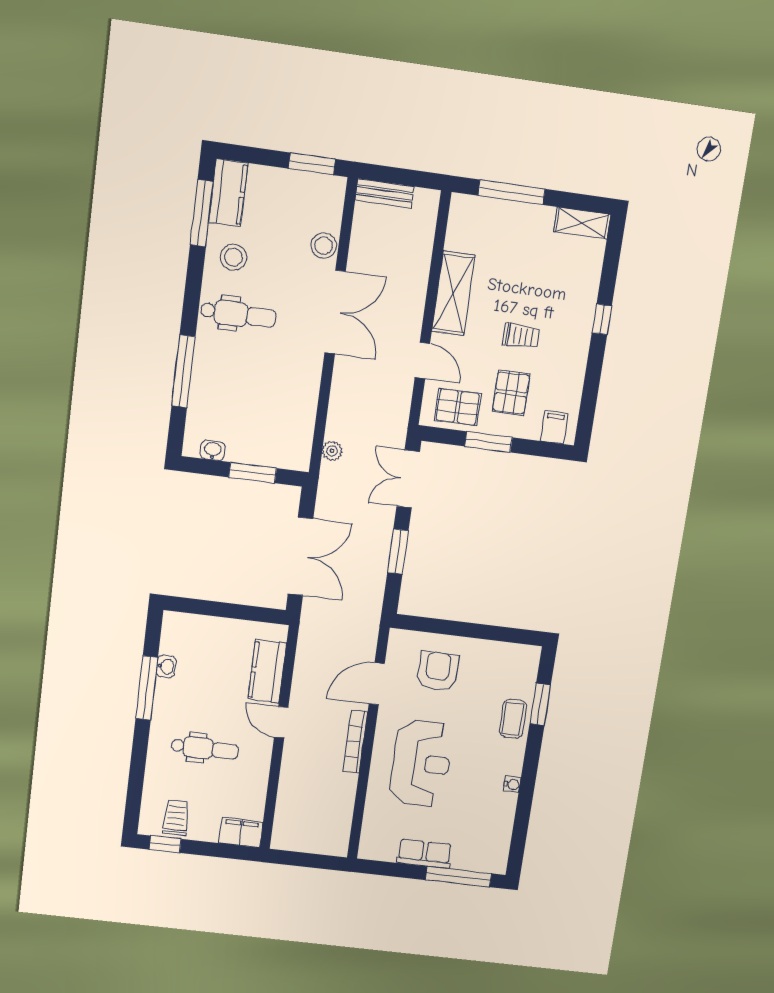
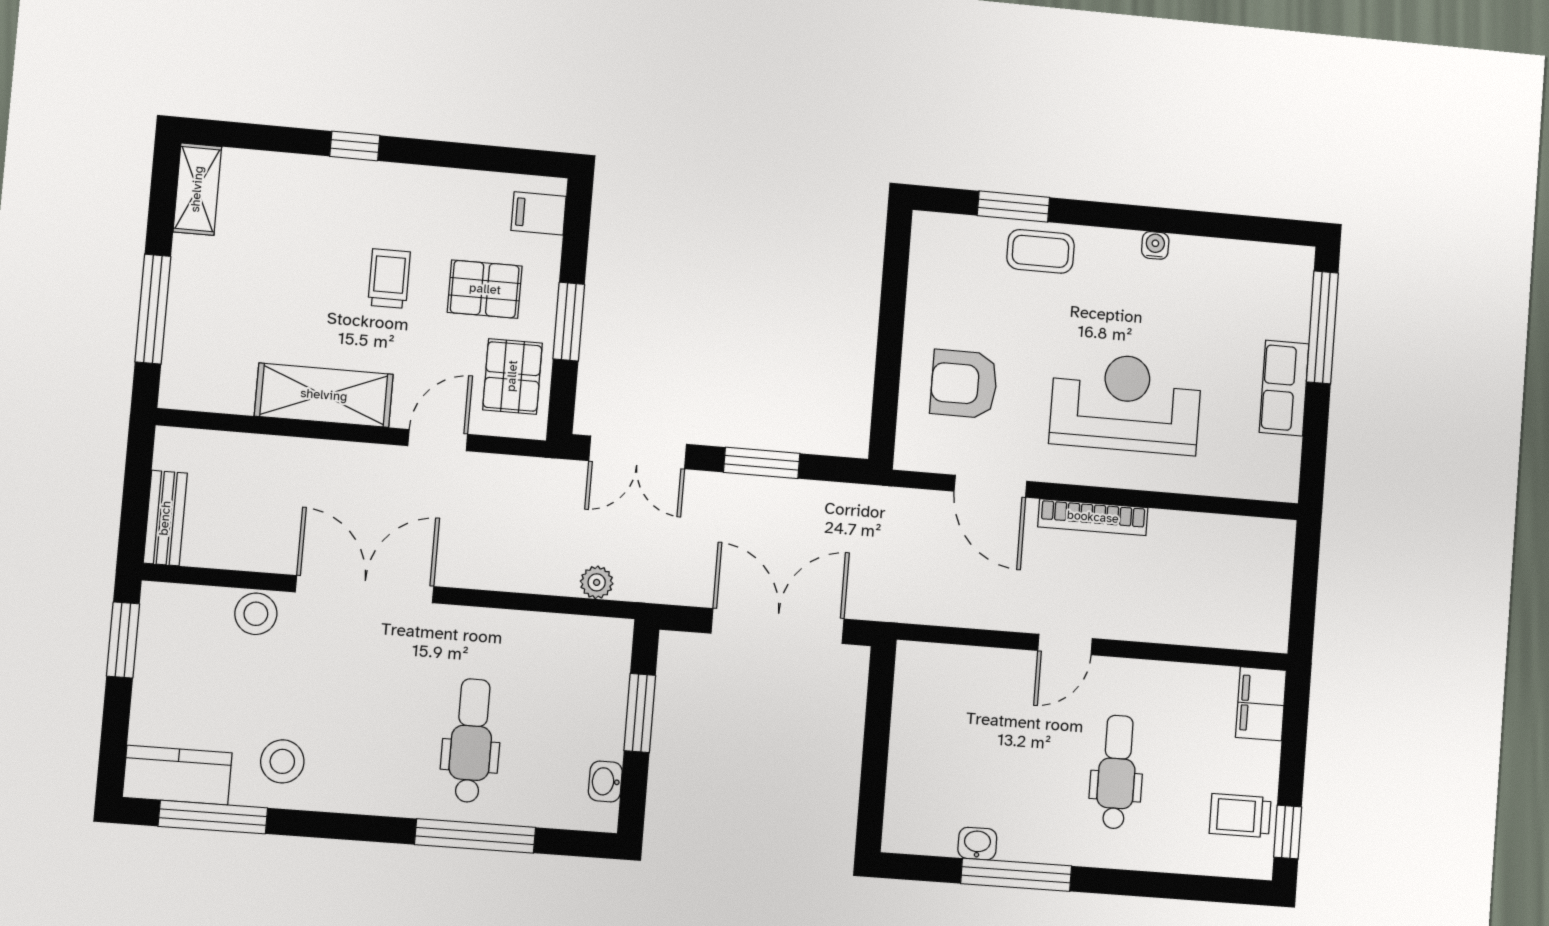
dental chair: (238, 314) -> (471, 741), moved
kitchen counter: (267, 671) -> (977, 673), removed

